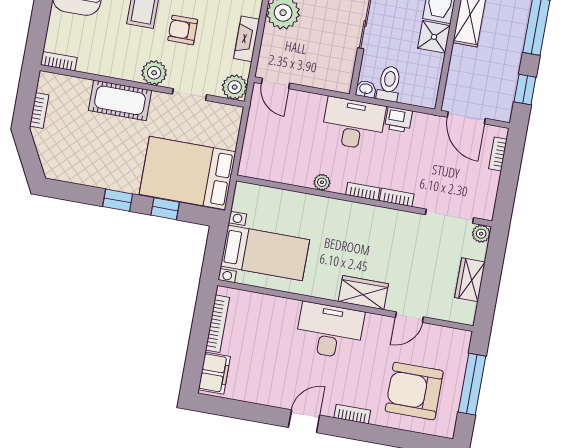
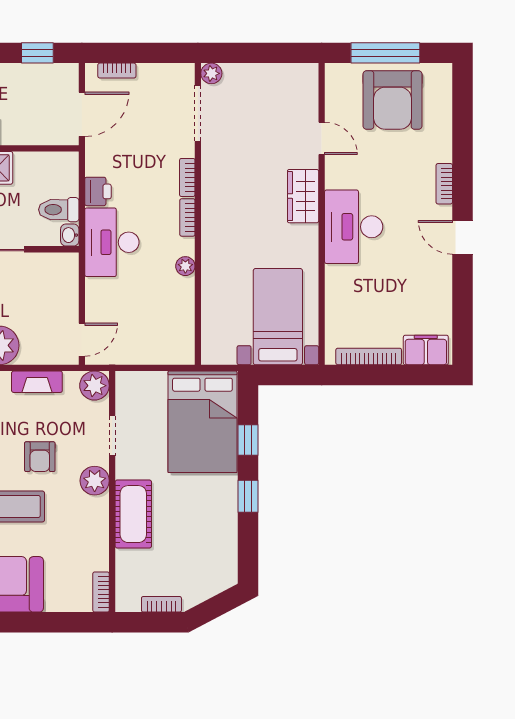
wardrobe: (470, 280) -> (266, 77), removed
armchair: (414, 391) -> (393, 100), moved

